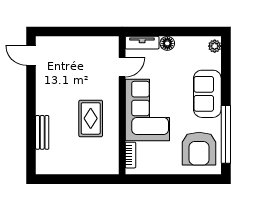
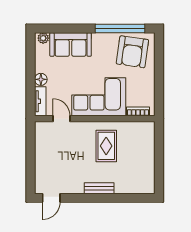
sofa: (207, 94) -> (71, 45), moved
rug: (91, 118) -> (106, 146), turned 90
bench: (42, 132) -> (99, 188), moved
armchair: (199, 149) -> (132, 52), turned 98

